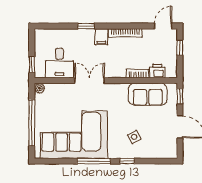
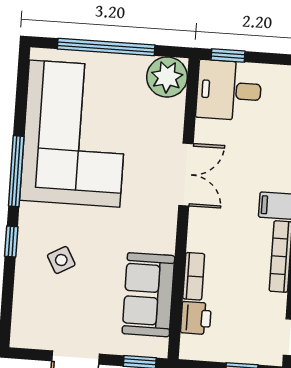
desk: (59, 63) -> (229, 90), moved
plant: (40, 88) -> (167, 77), width x1.88, depth x1.88

